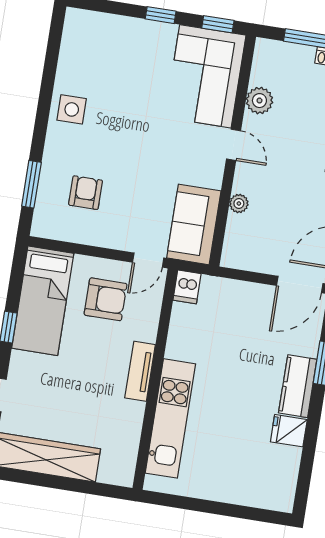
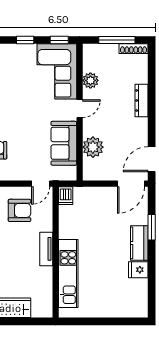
door: (234, 145) -> (80, 109), hinge flipped
plant: (239, 203) -> (93, 147), width x1.88, depth x1.88
sofa: (194, 224) -> (64, 143), moved

